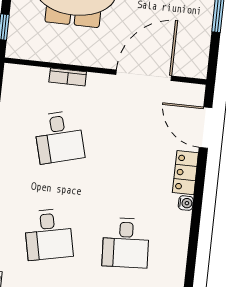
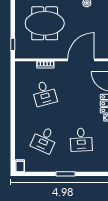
desk: (48, 234) -> (44, 140), turned 36

